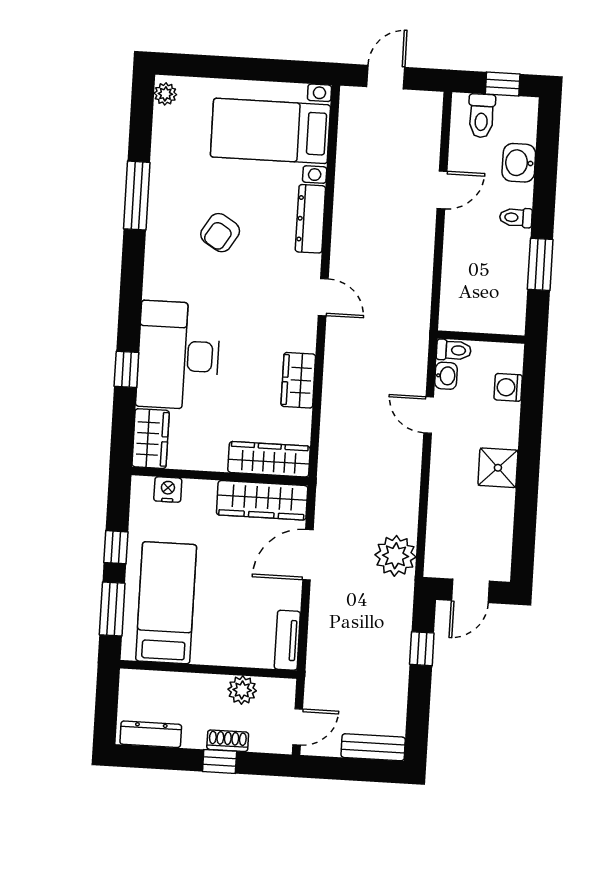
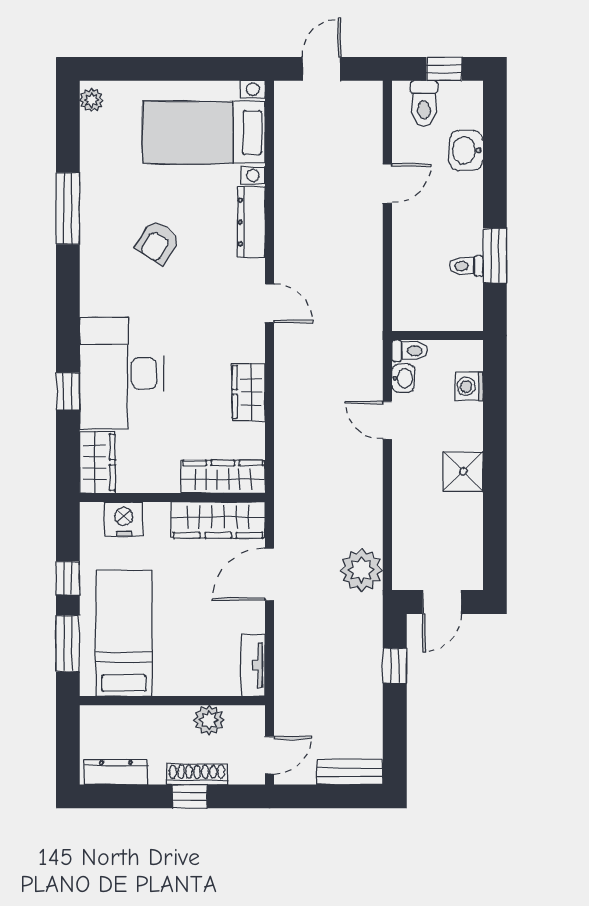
toilet: (516, 218) -> (466, 266), moved
nightstand: (168, 490) -> (124, 519), width x1.36, depth x1.33
shoe rack: (228, 741) -> (197, 774), width x1.43

